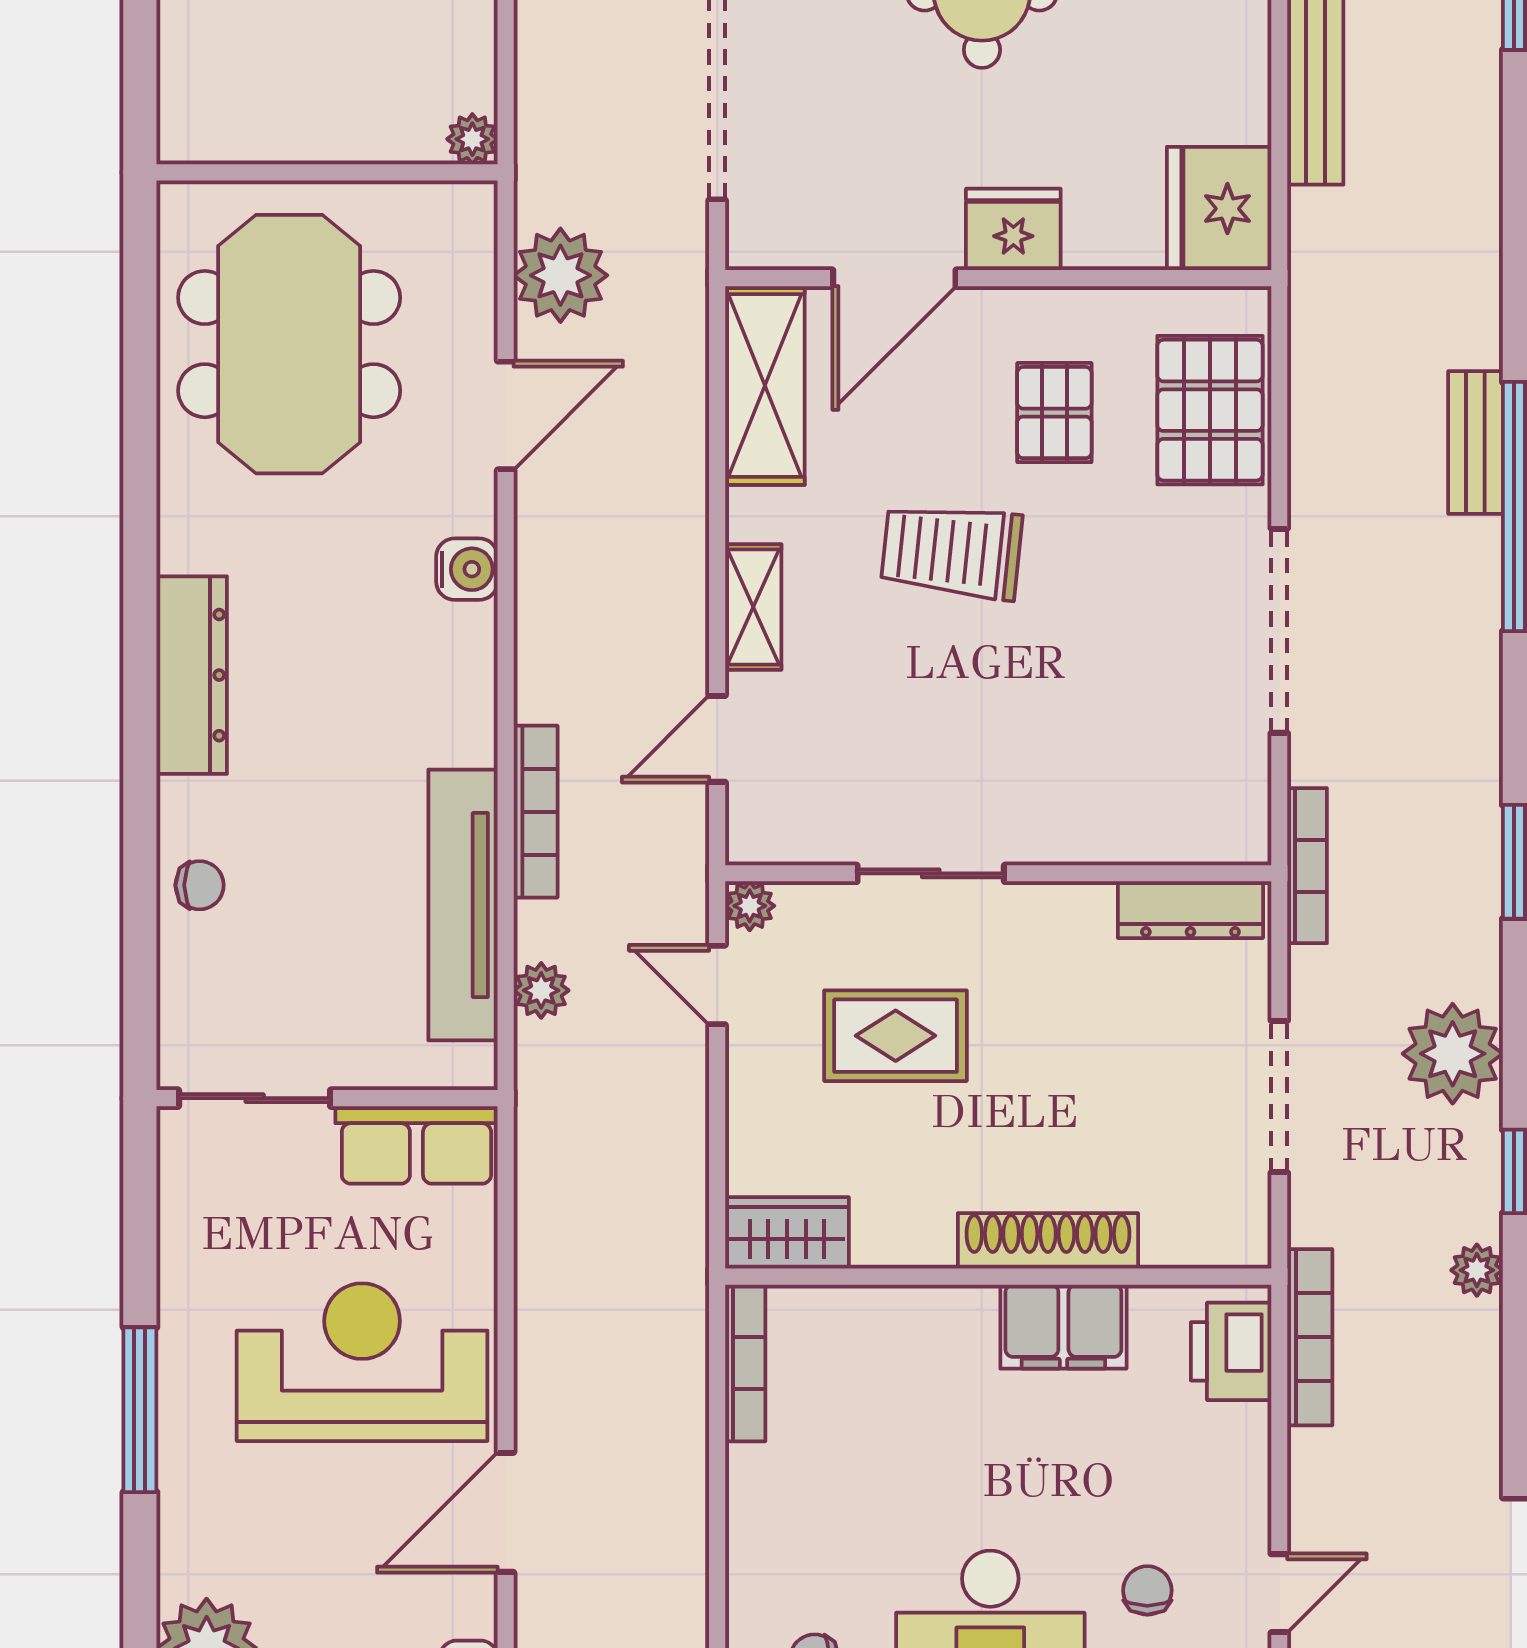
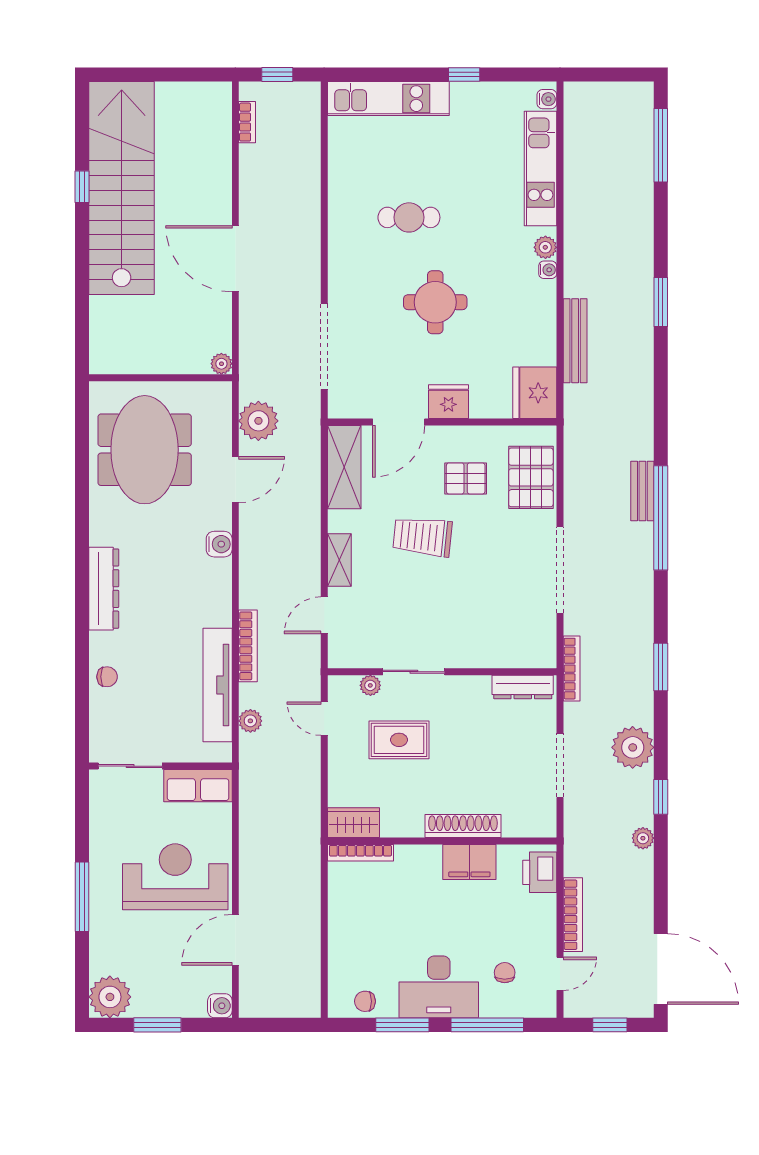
pallet: (1054, 413) -> (466, 478), turned 90
plant: (750, 906) -> (370, 685), moved
bookcase: (1310, 1337) -> (573, 915), moved
bookcase: (745, 1363) -> (360, 853), moved, turned 90

